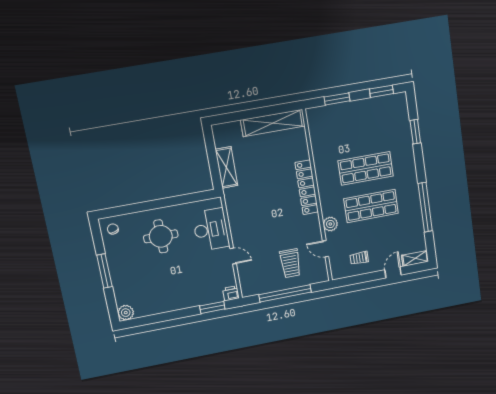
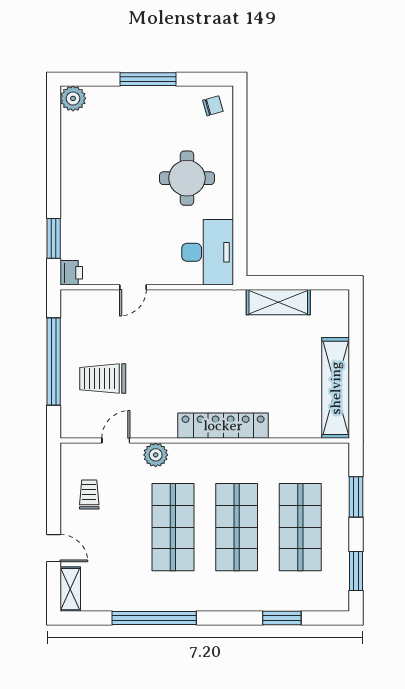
shop shelf: (360, 130) -> (300, 527), added
desk: (211, 230) -> (208, 252), moved, turned -90

